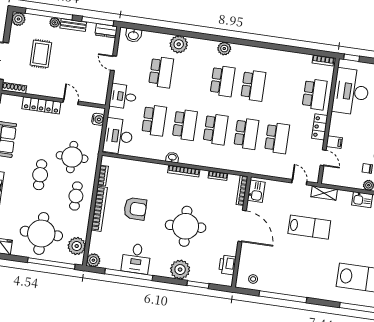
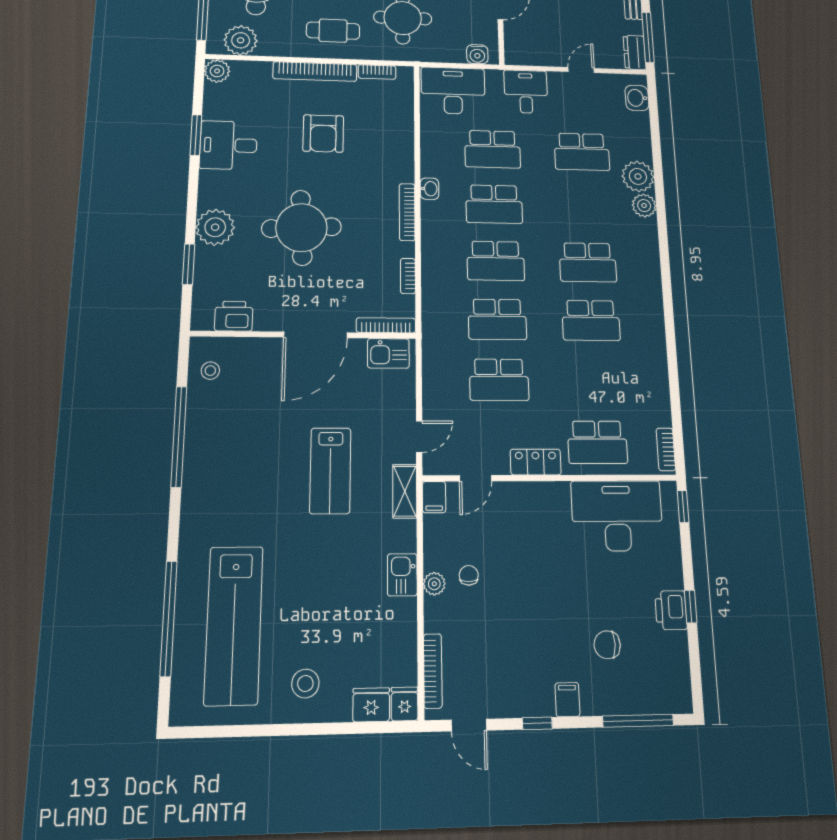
plant: (224, 49) -> (644, 206), moved
filing cabinet: (334, 142) -> (434, 497), moved
window: (129, 275) -> (196, 135), width x0.47

